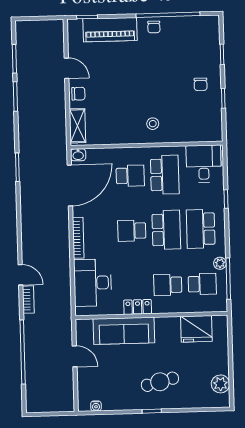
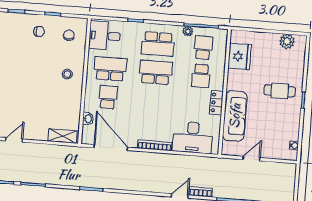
chair: (78, 94) -> (69, 35), moved
washbasin: (78, 155) -> (88, 119), moved
school desk: (132, 231) -> (153, 101), removed
cafe table: (160, 382) -> (280, 91), turned -76

